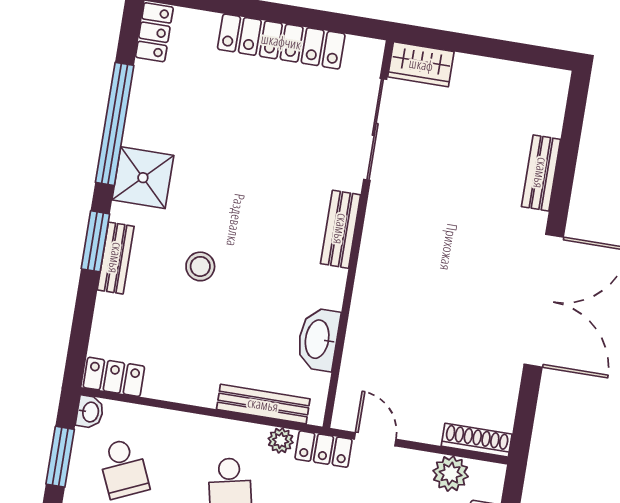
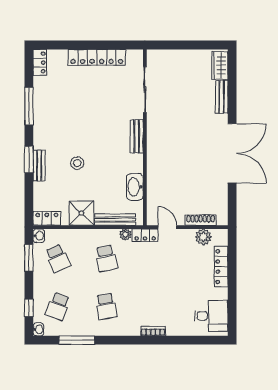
wardrobe: (421, 64) -> (220, 65), moved, turned 90
window: (115, 124) -> (29, 106), width x0.68
shower: (143, 178) -> (81, 213), moved
shoe rack: (477, 440) -> (201, 220), moved

